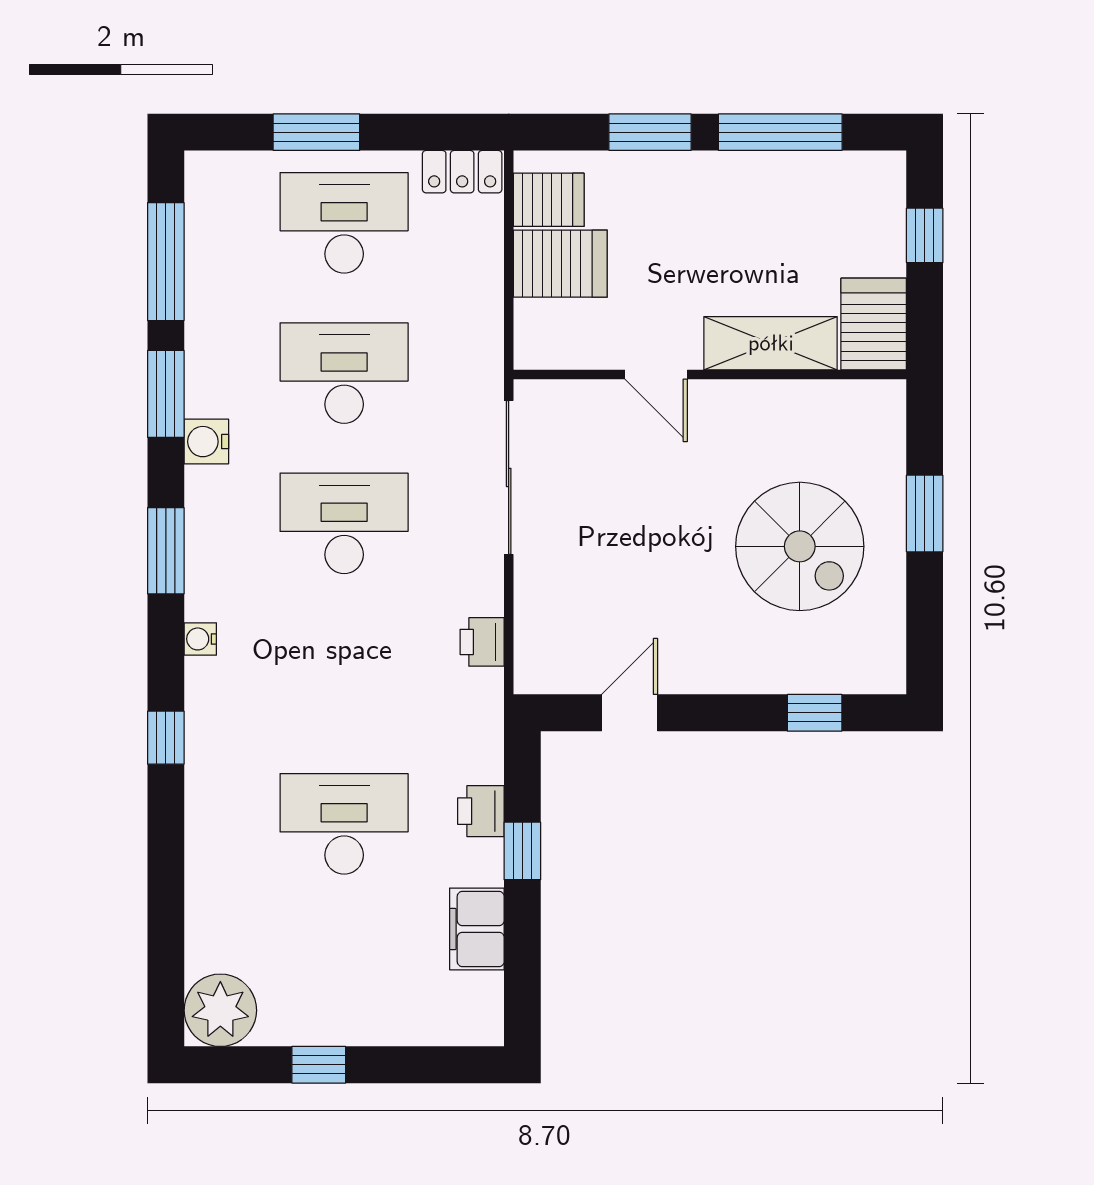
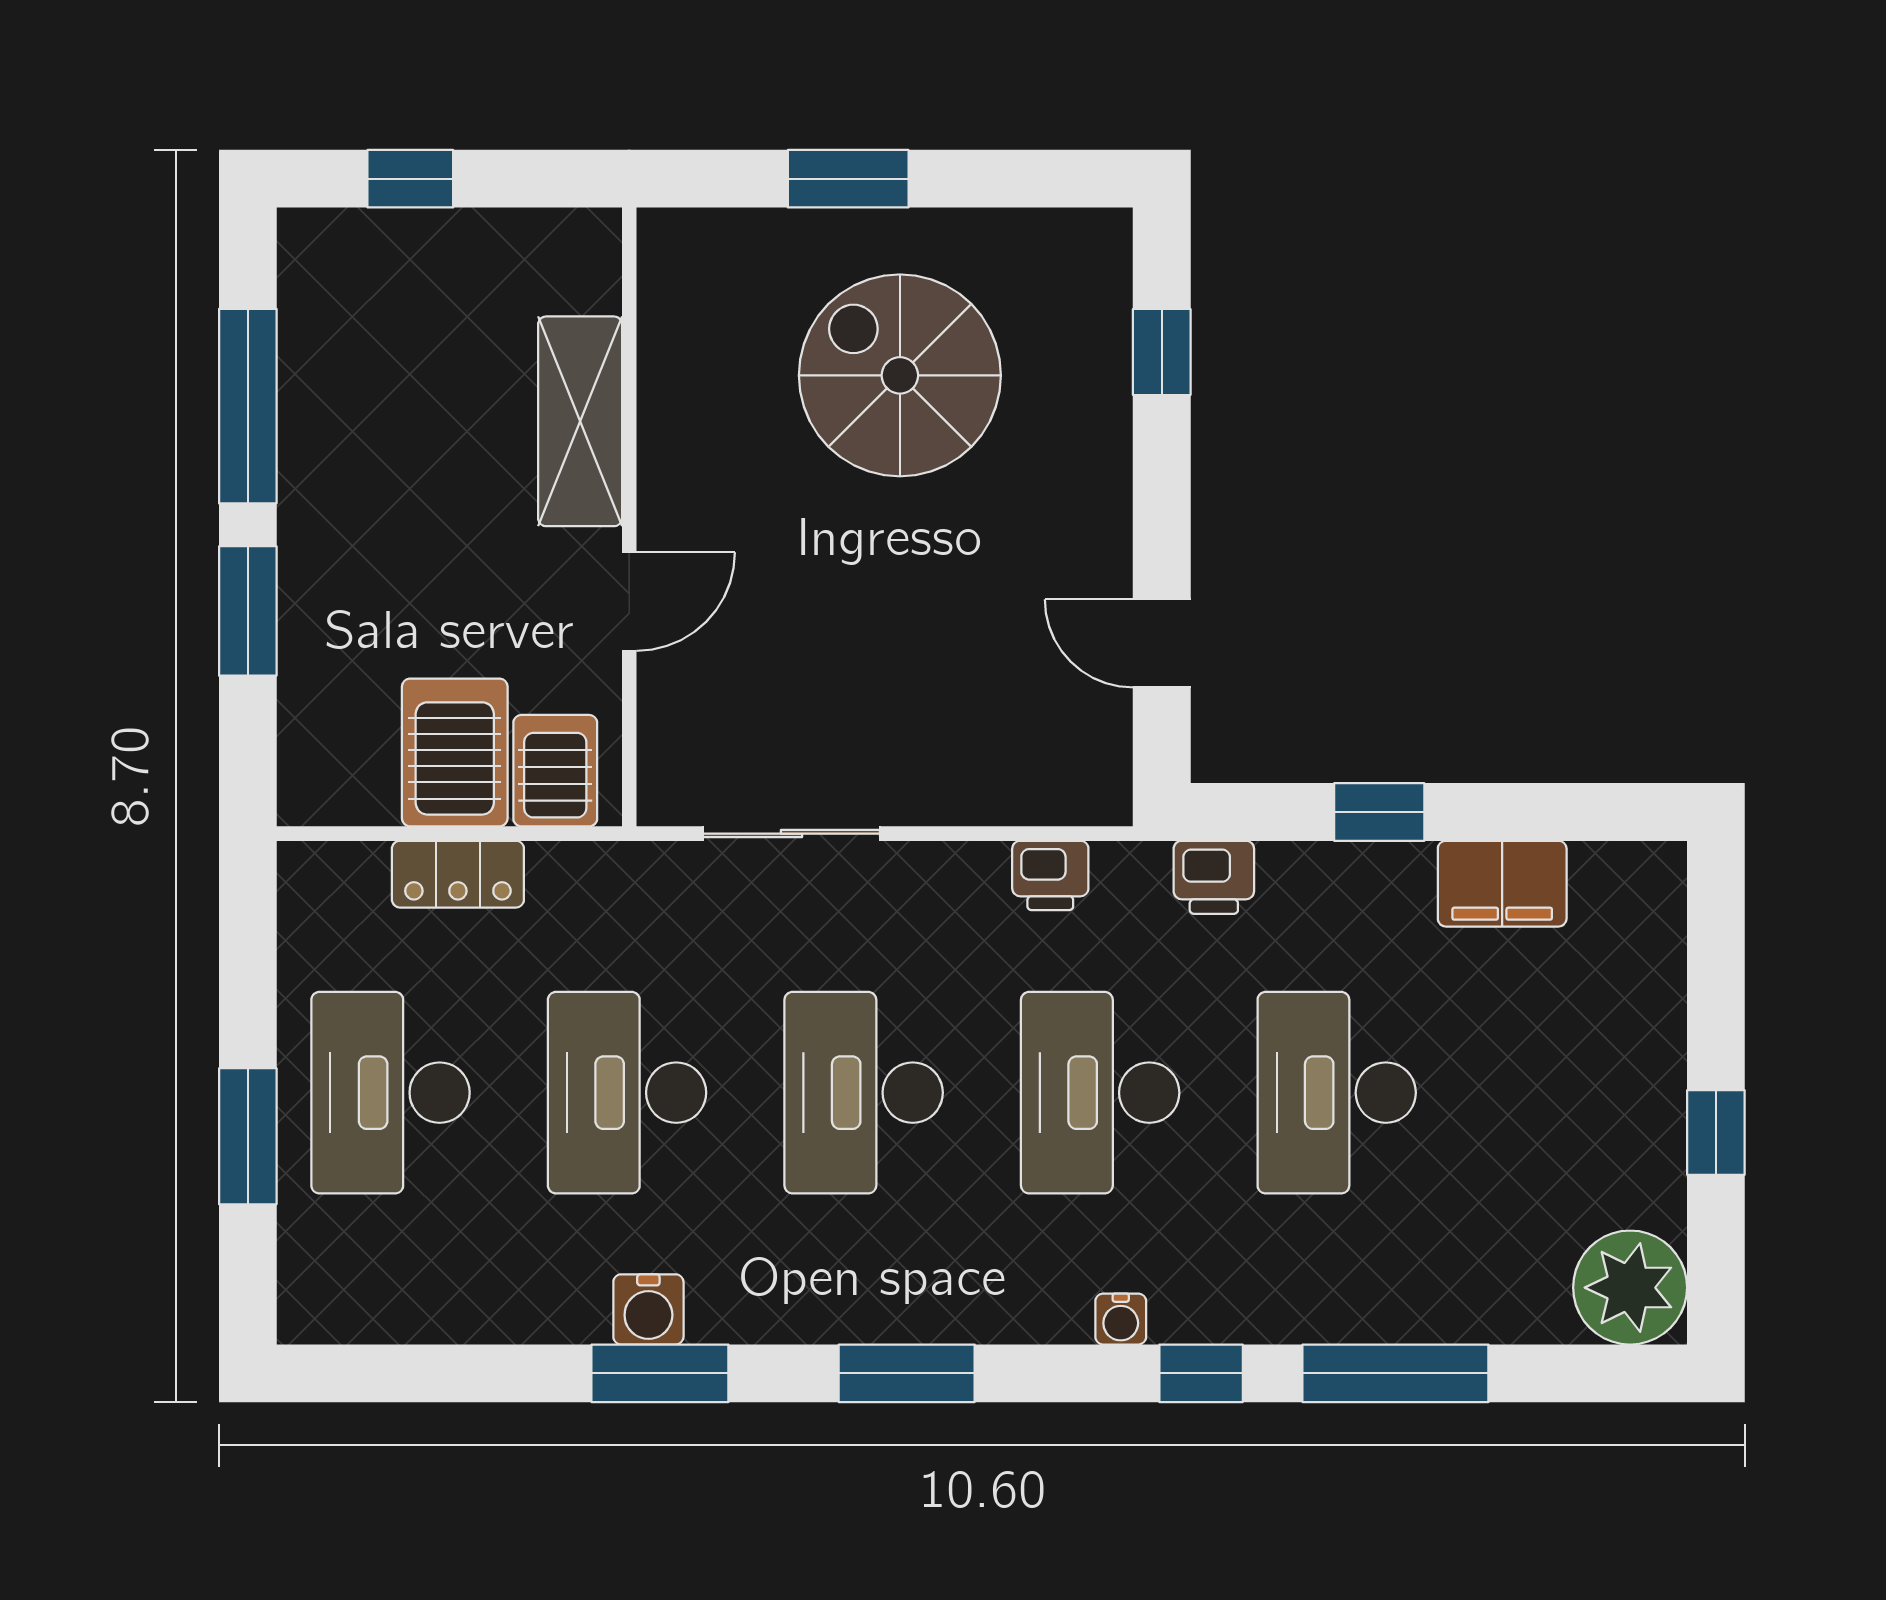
locker: (462, 172) -> (458, 874), moved, turned 90
server rack: (549, 200) -> (555, 771), moved
window: (166, 262) -> (1395, 1373), moved
server rack: (874, 324) -> (550, 259), removed
water cooler: (206, 442) -> (648, 1309), moved
sliding door: (509, 477) -> (791, 834), width x0.73
spiral stairs: (800, 546) -> (900, 375), turned -90
water cooler: (200, 639) -> (1121, 1319), moved
desk: (344, 674) -> (1100, 1093), added
printer: (481, 811) -> (1214, 877), moved

